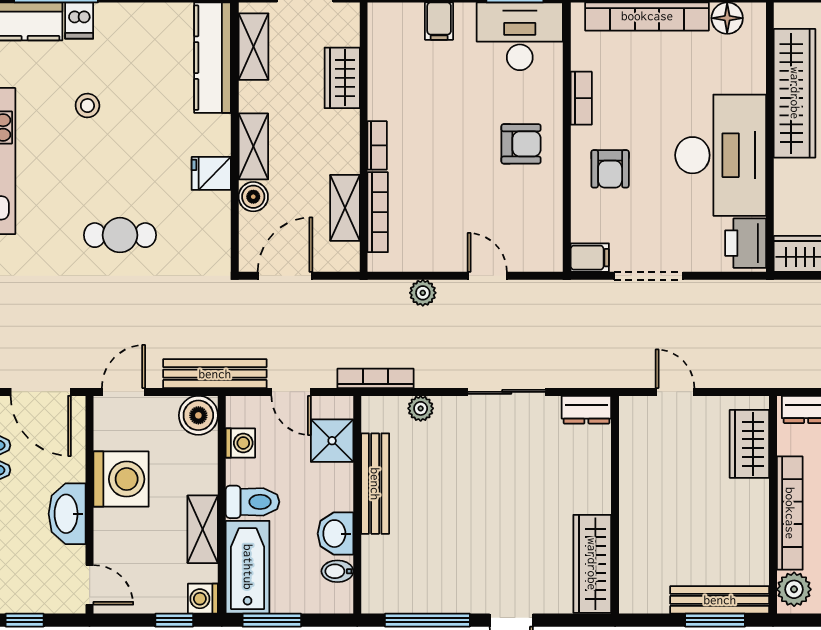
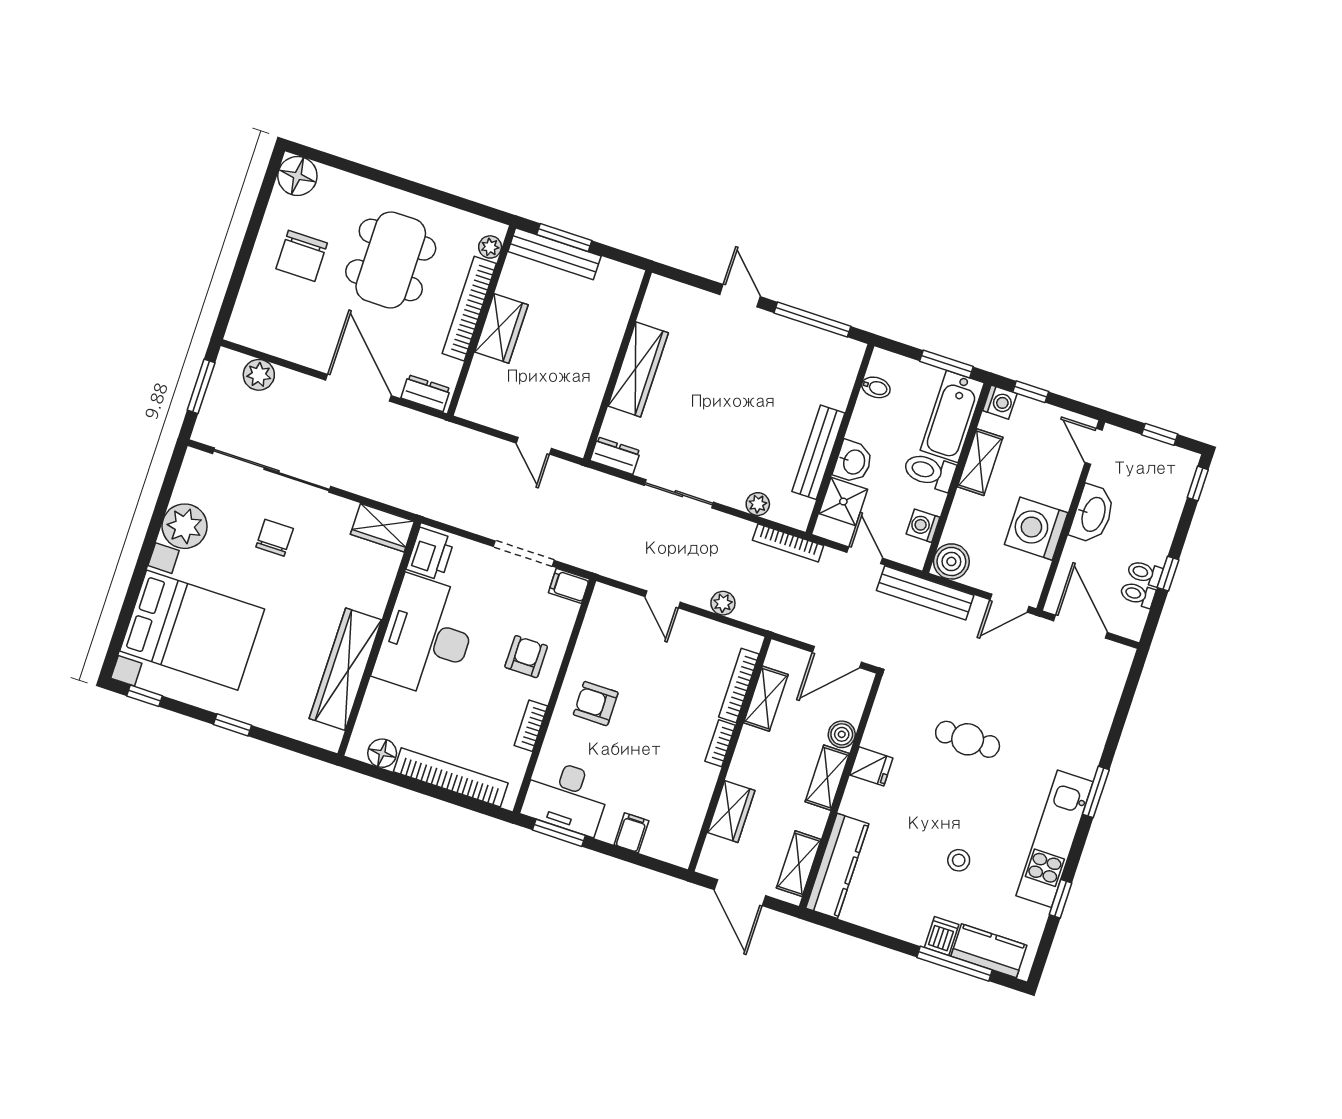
wardrobe: (749, 444) -> (501, 328), moved
washbasin: (335, 534) -> (853, 462), moved
wardrobe: (592, 564) -> (638, 369), moved
plant: (794, 589) -> (490, 247), width x0.73, depth x0.73

